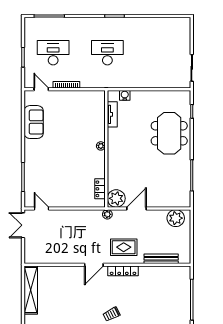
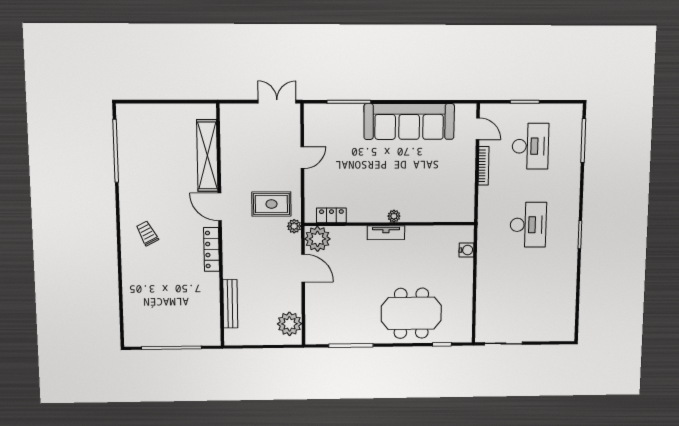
door: (41, 89) -> (478, 129), hinge flipped
tv unit: (112, 114) -> (386, 233), moved
sofa: (34, 122) -> (409, 121), width x1.85, depth x1.27
door: (42, 208) -> (302, 158), moved
rug: (124, 247) -> (271, 204), moved, turned 90
shelving: (31, 290) -> (207, 156), moved, turned 90

